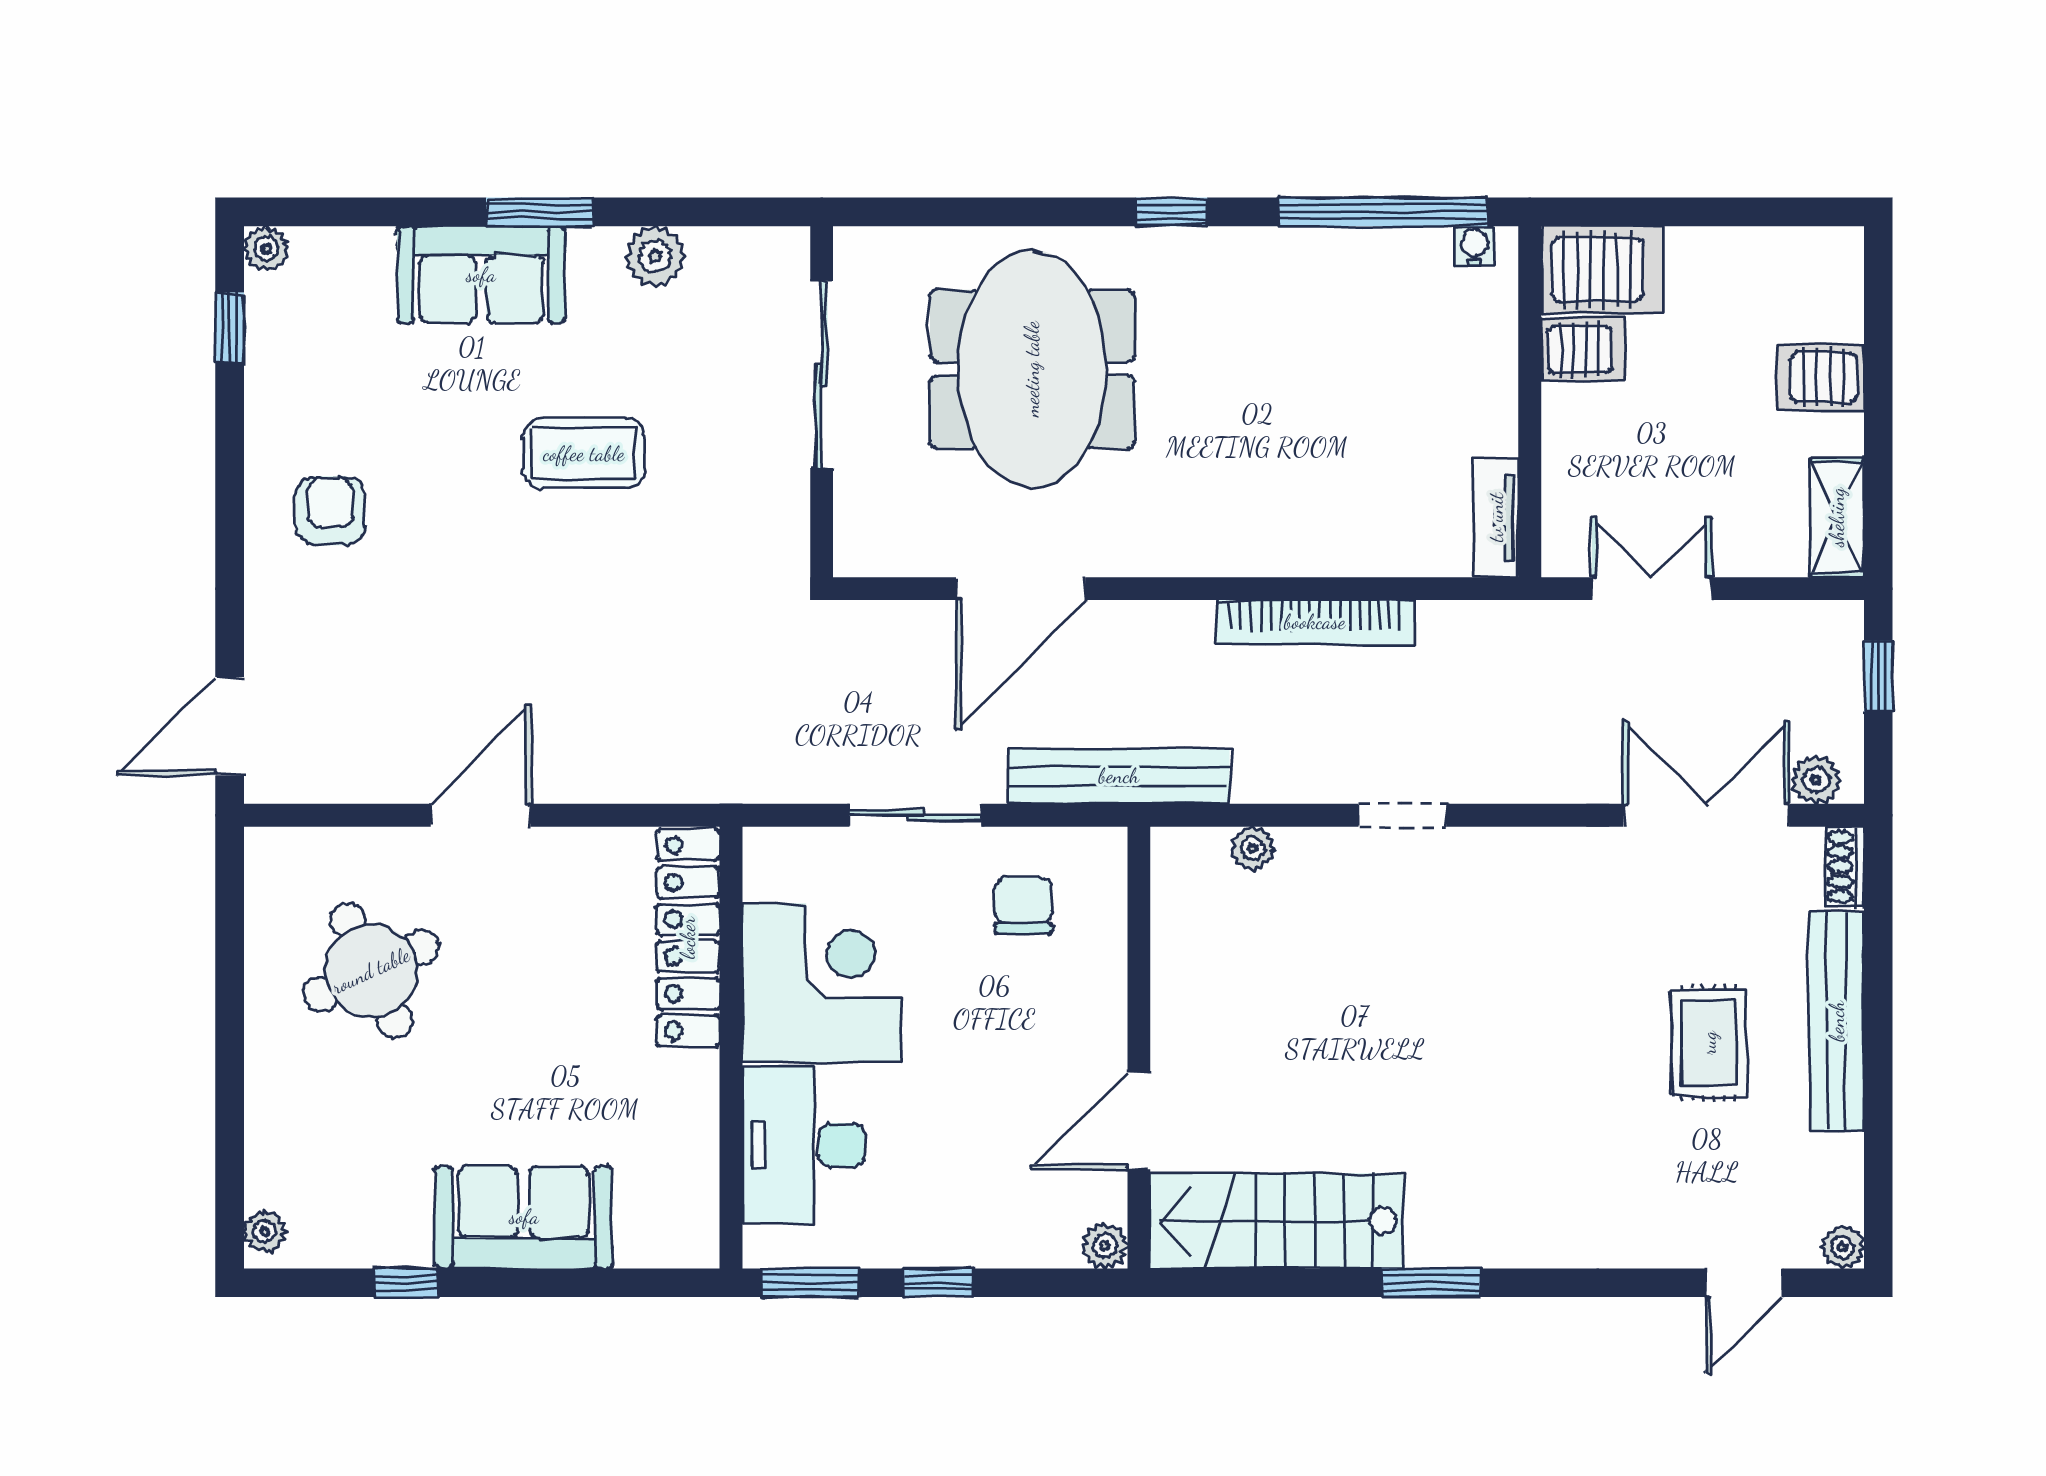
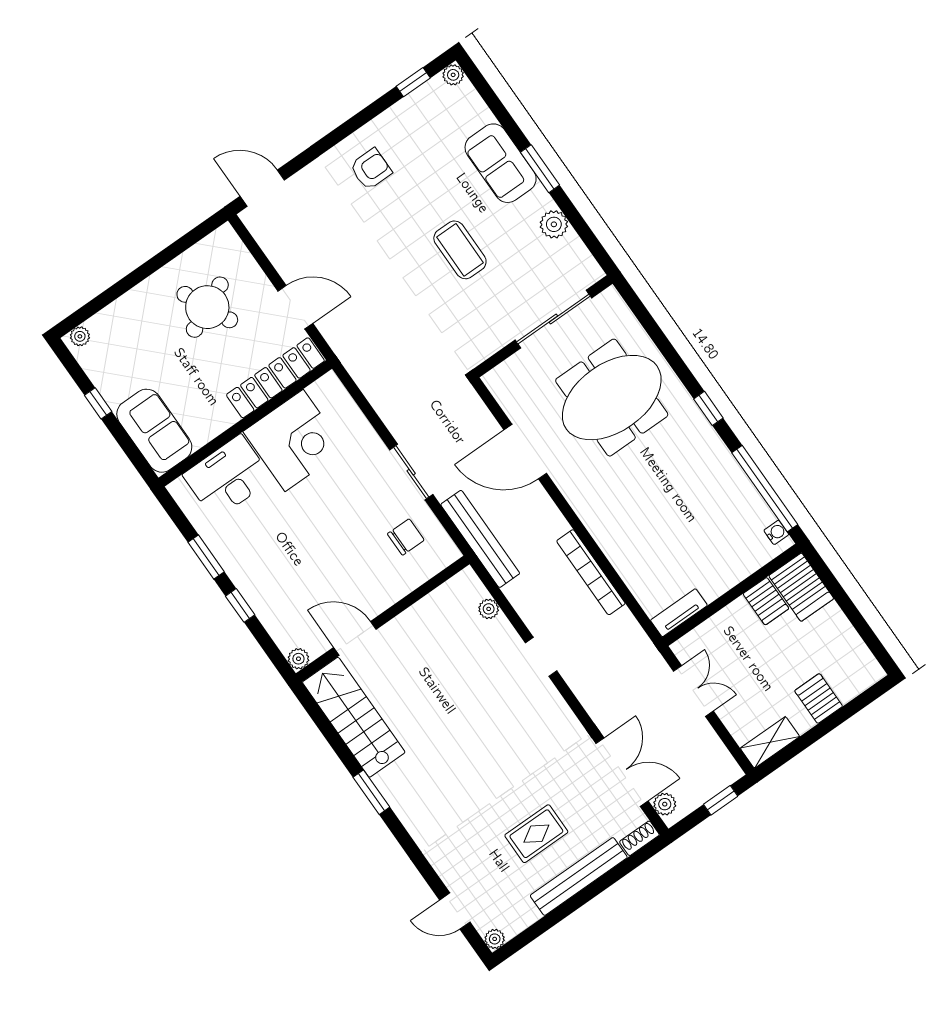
locker: (688, 938) -> (275, 378), moved
corner desk: (822, 983) -> (294, 440), moved
wall: (731, 1048) -> (245, 423), moved
desk: (804, 1145) -> (228, 477), moved

